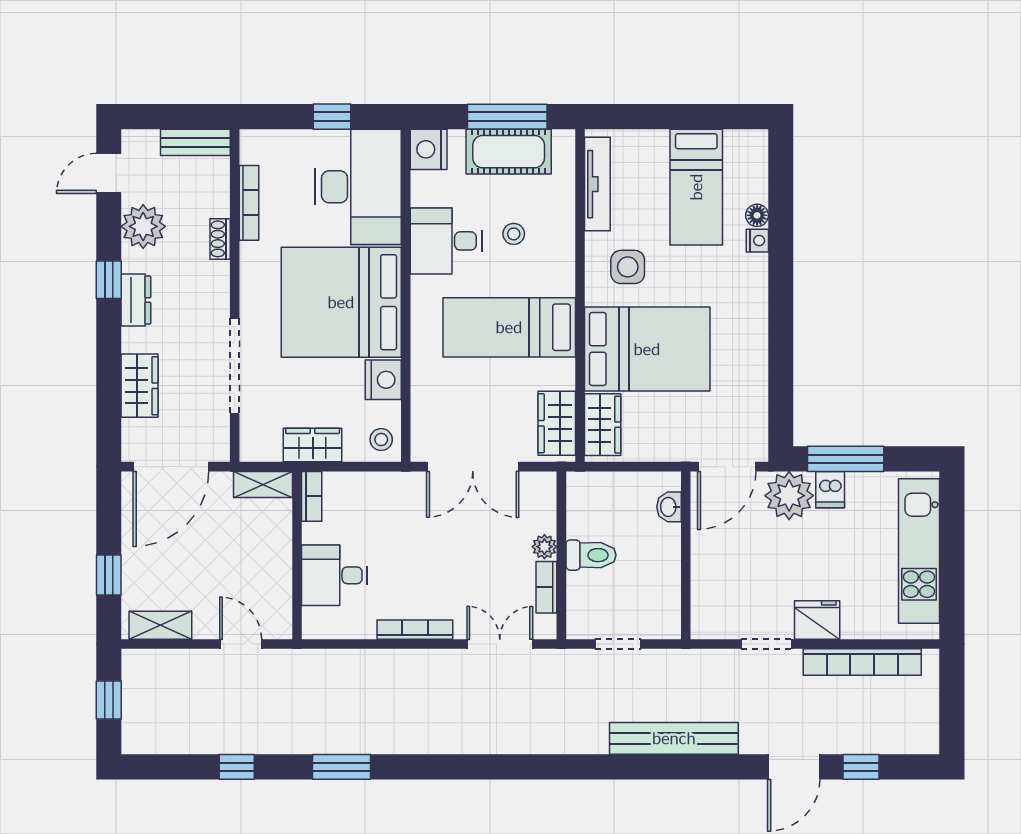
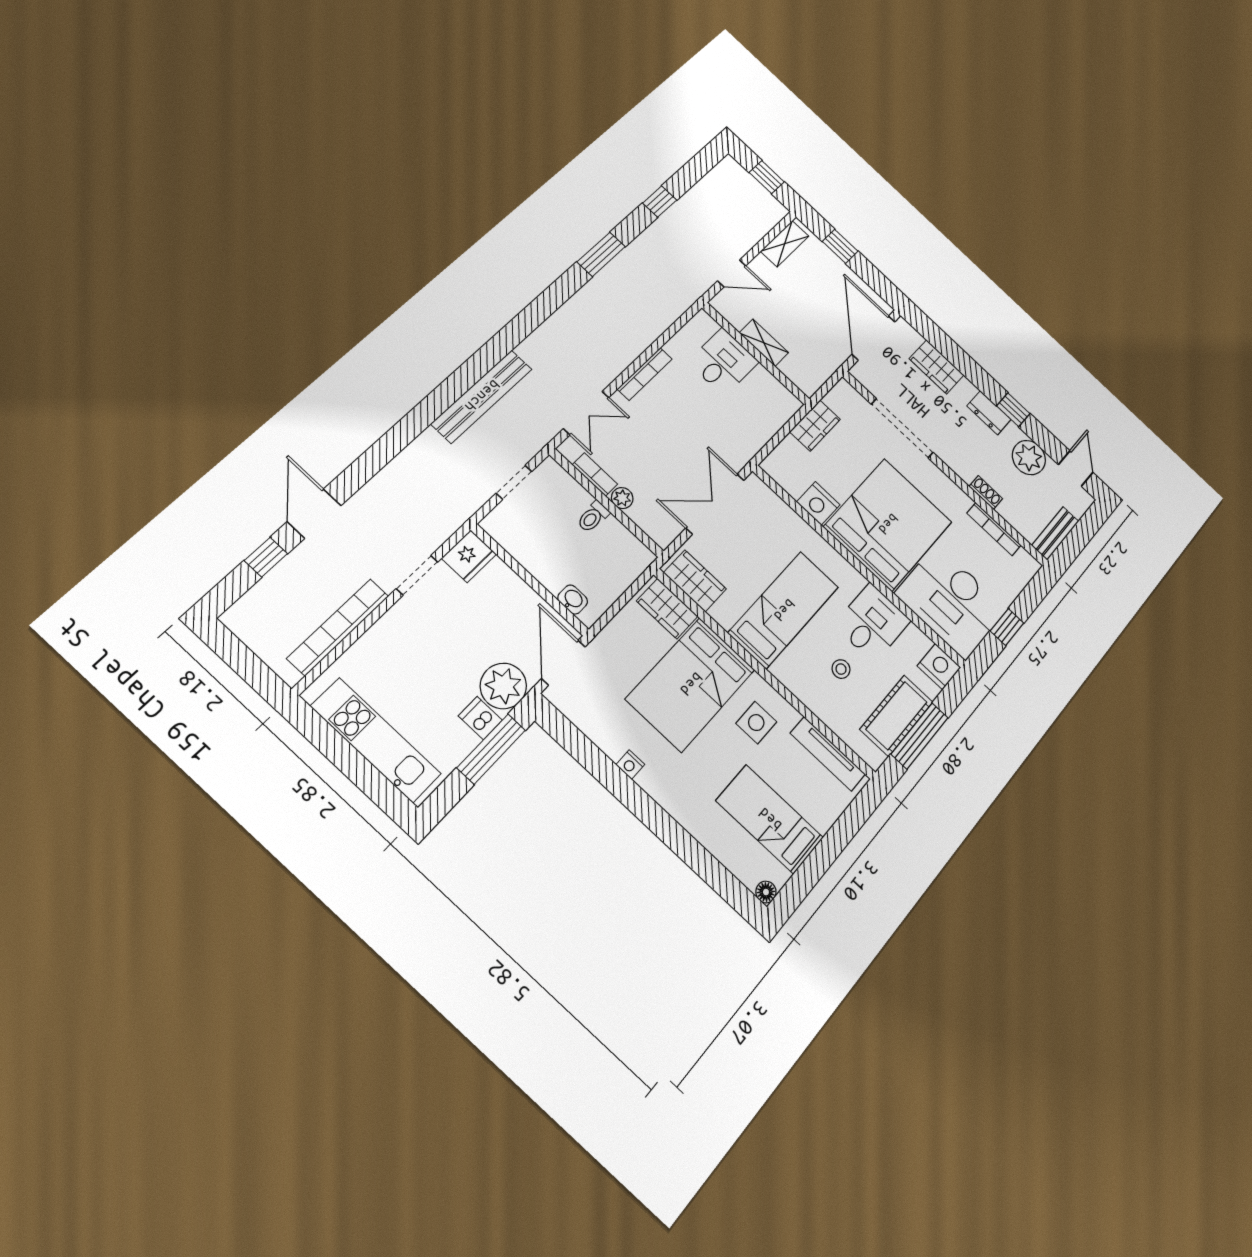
floor lamp: (757, 215) -> (766, 892), moved
nightstand: (757, 241) -> (630, 765), moved
stool: (381, 440) -> (782, 467), removed
shelving: (263, 484) -> (764, 343), moved, turned 90
bookcase: (312, 496) -> (784, 395), removed
toilet: (591, 555) -> (593, 517), width x0.73, depth x0.72
fridge: (817, 620) -> (469, 556), moved
bench: (674, 738) -> (482, 396), moved

